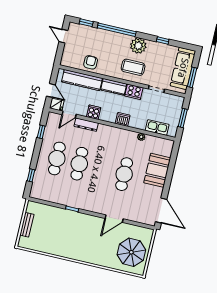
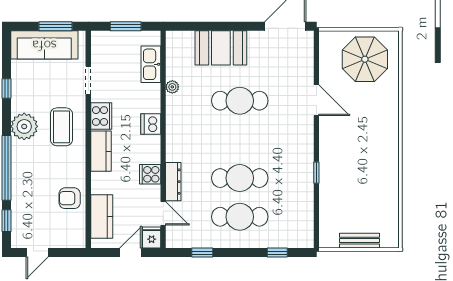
kitchen counter: (82, 80) -> (102, 216), width x0.67

